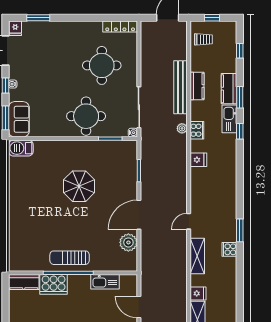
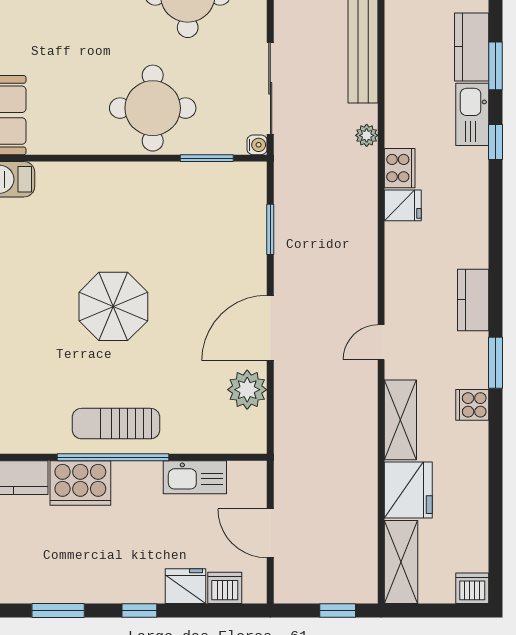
kitchen counter: (197, 86) -> (473, 300), moved, turned 180
cooker: (197, 130) -> (400, 168), moved
parasol: (79, 186) -> (113, 306), moved
fridge: (198, 293) -> (408, 490), width x1.88, depth x1.34

